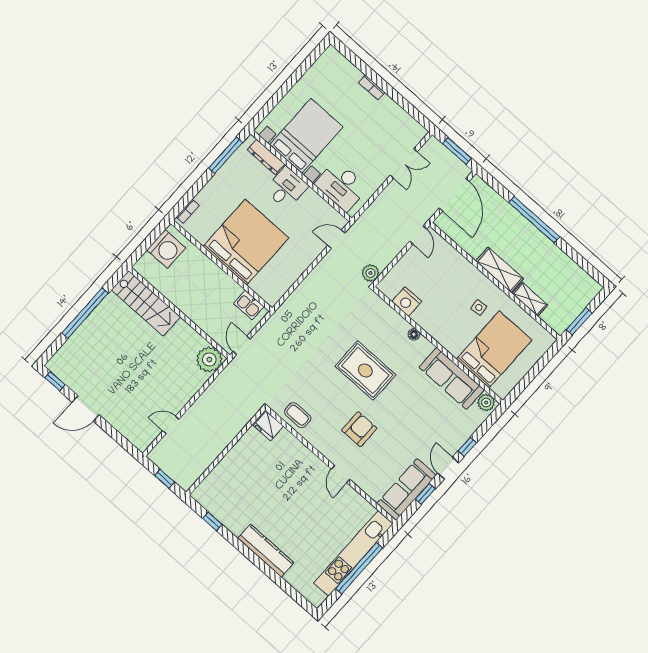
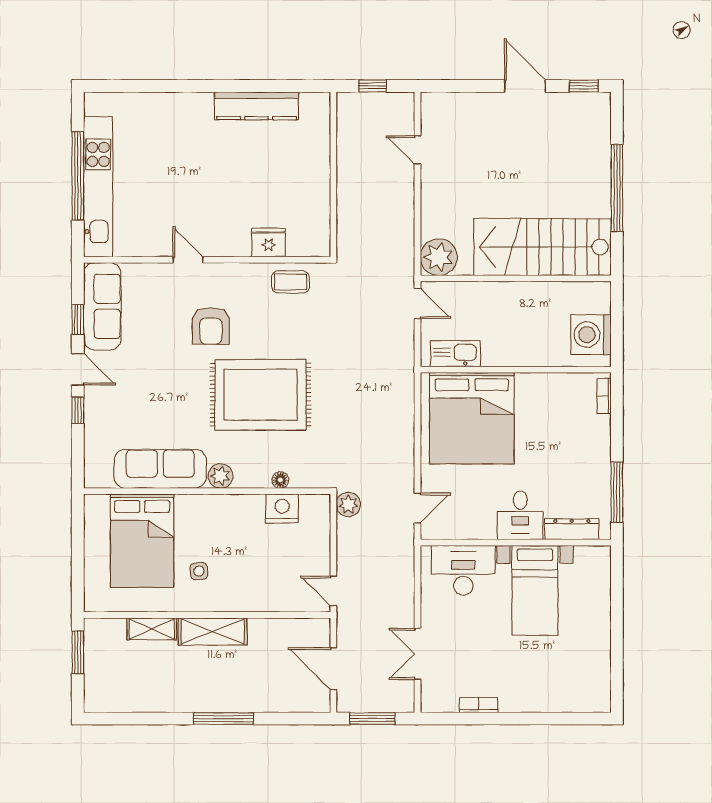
bookcase: (372, 87) -> (479, 705), moved
bed with nightstands: (306, 136) -> (535, 590), width x0.73
door: (454, 195) -> (333, 669), width x0.73
window: (534, 220) -> (223, 719), width x0.68
bed: (246, 242) -> (472, 418), moved
stairs: (146, 303) -> (543, 247), width x1.36, depth x1.51
kitchen sink: (249, 305) -> (455, 354), width x1.38
floor lamp: (414, 334) -> (280, 480), moved
rug: (365, 370) -> (260, 395), width x1.37, depth x1.44
plant: (486, 403) -> (220, 476), moved
door: (86, 408) -> (525, 86), hinge flipped
door: (171, 425) -> (417, 150), swing flipped
fridge: (269, 426) -> (269, 243), moved
window: (212, 521) -> (280, 86), removed
kitchen counter: (266, 551) -> (257, 106), moved

